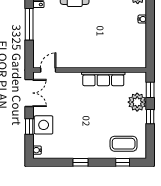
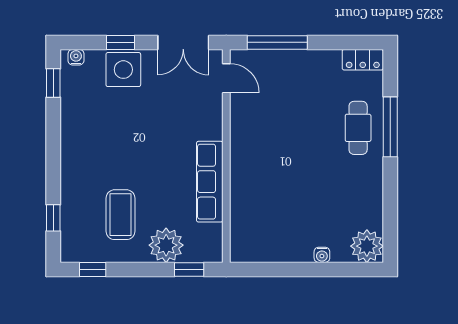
window: (29, 24) -> (277, 42), moved
window: (150, 117) -> (93, 269), moved
coffee table: (124, 144) -> (120, 215), moved
window: (80, 162) -> (53, 83), moved

